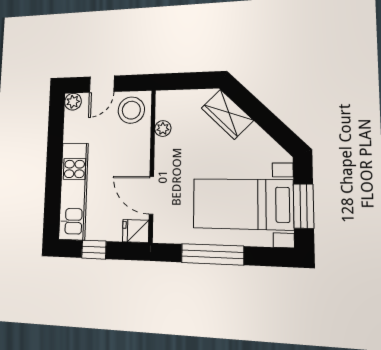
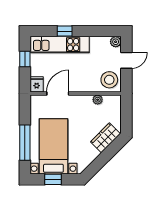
door: (102, 84) -> (126, 60), swing flipped
window: (53, 183) -> (65, 31), added
window: (303, 206) -> (53, 179), width x0.67
window: (212, 254) -> (25, 143), moved

